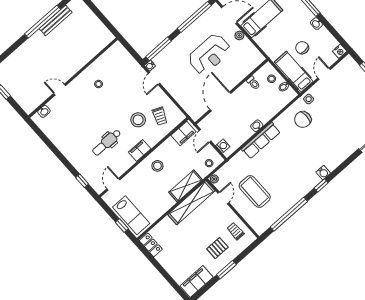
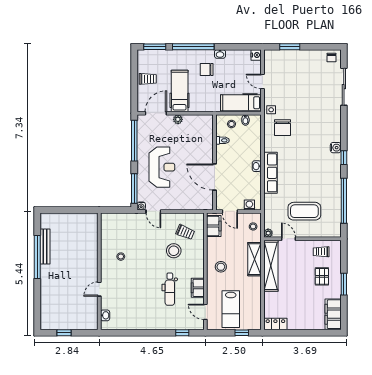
chair: (302, 48) -> (207, 70), moved
reception desk: (209, 54) -> (162, 167), moved
filing cabinet: (140, 151) -> (198, 288), moved
lab bench: (131, 215) -> (231, 309), moved, turned 90

